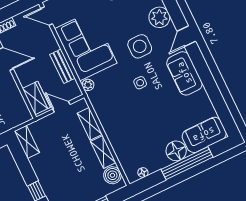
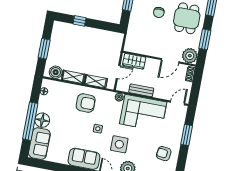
armchair: (122, 117) -> (86, 103), added
shelving: (27, 142) -> (112, 37), removed

